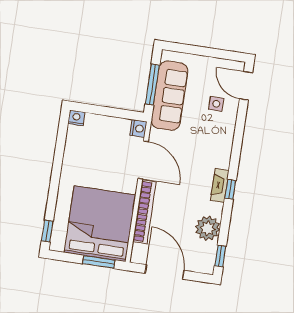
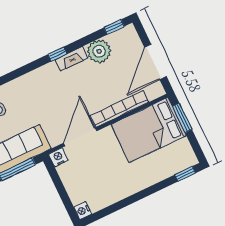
fireplace: (220, 185) -> (72, 59), moved
bed: (100, 224) -> (149, 130), width x0.73

